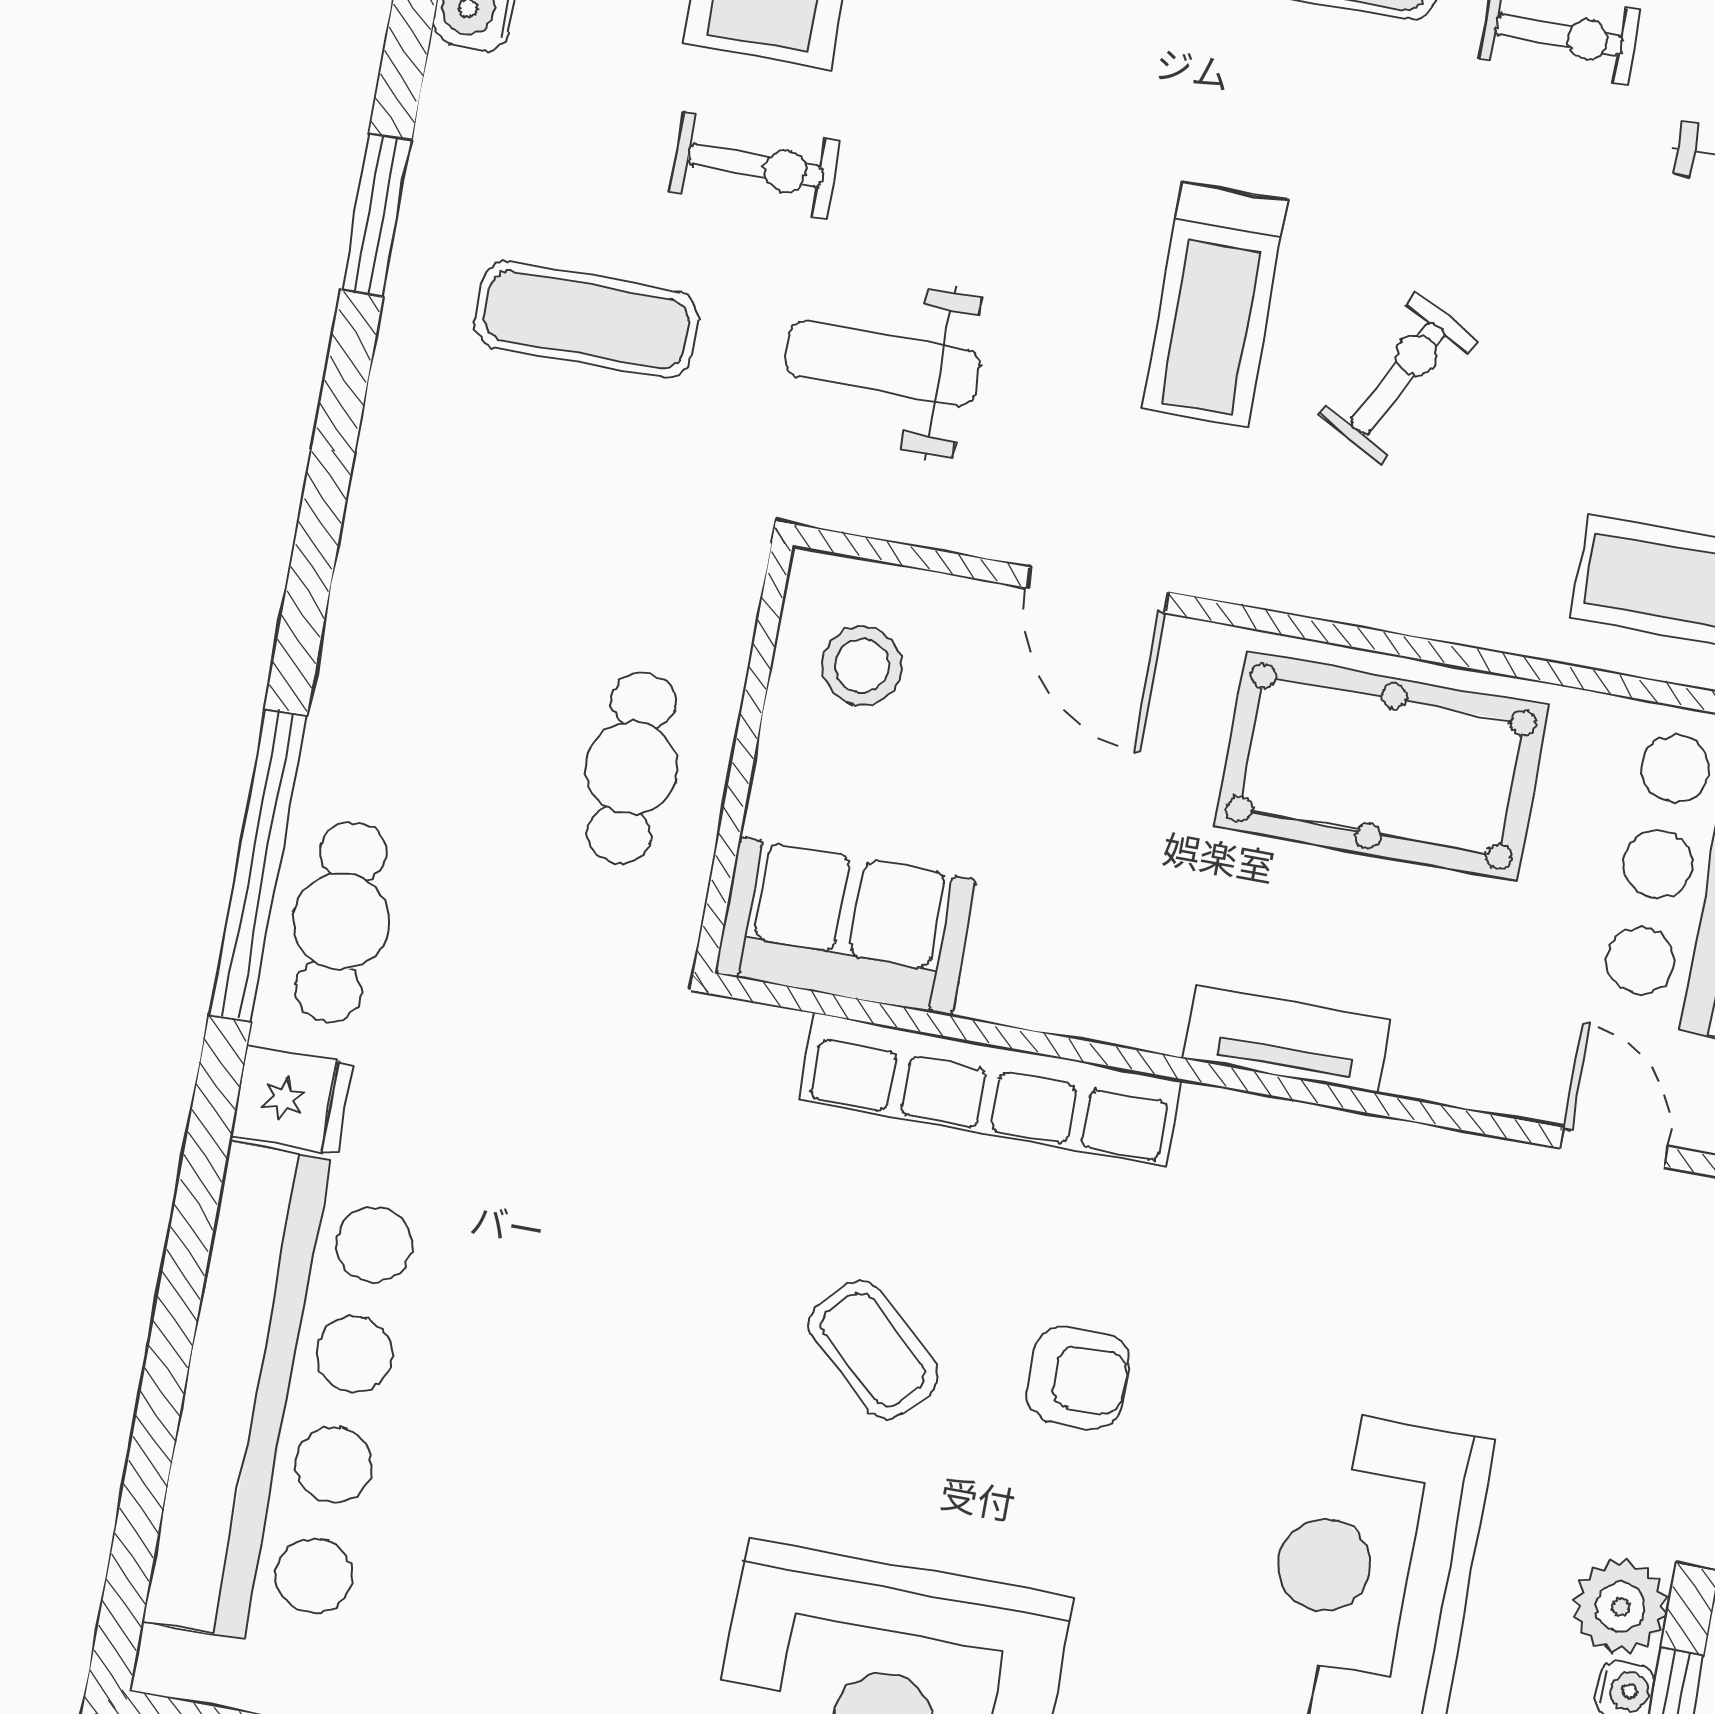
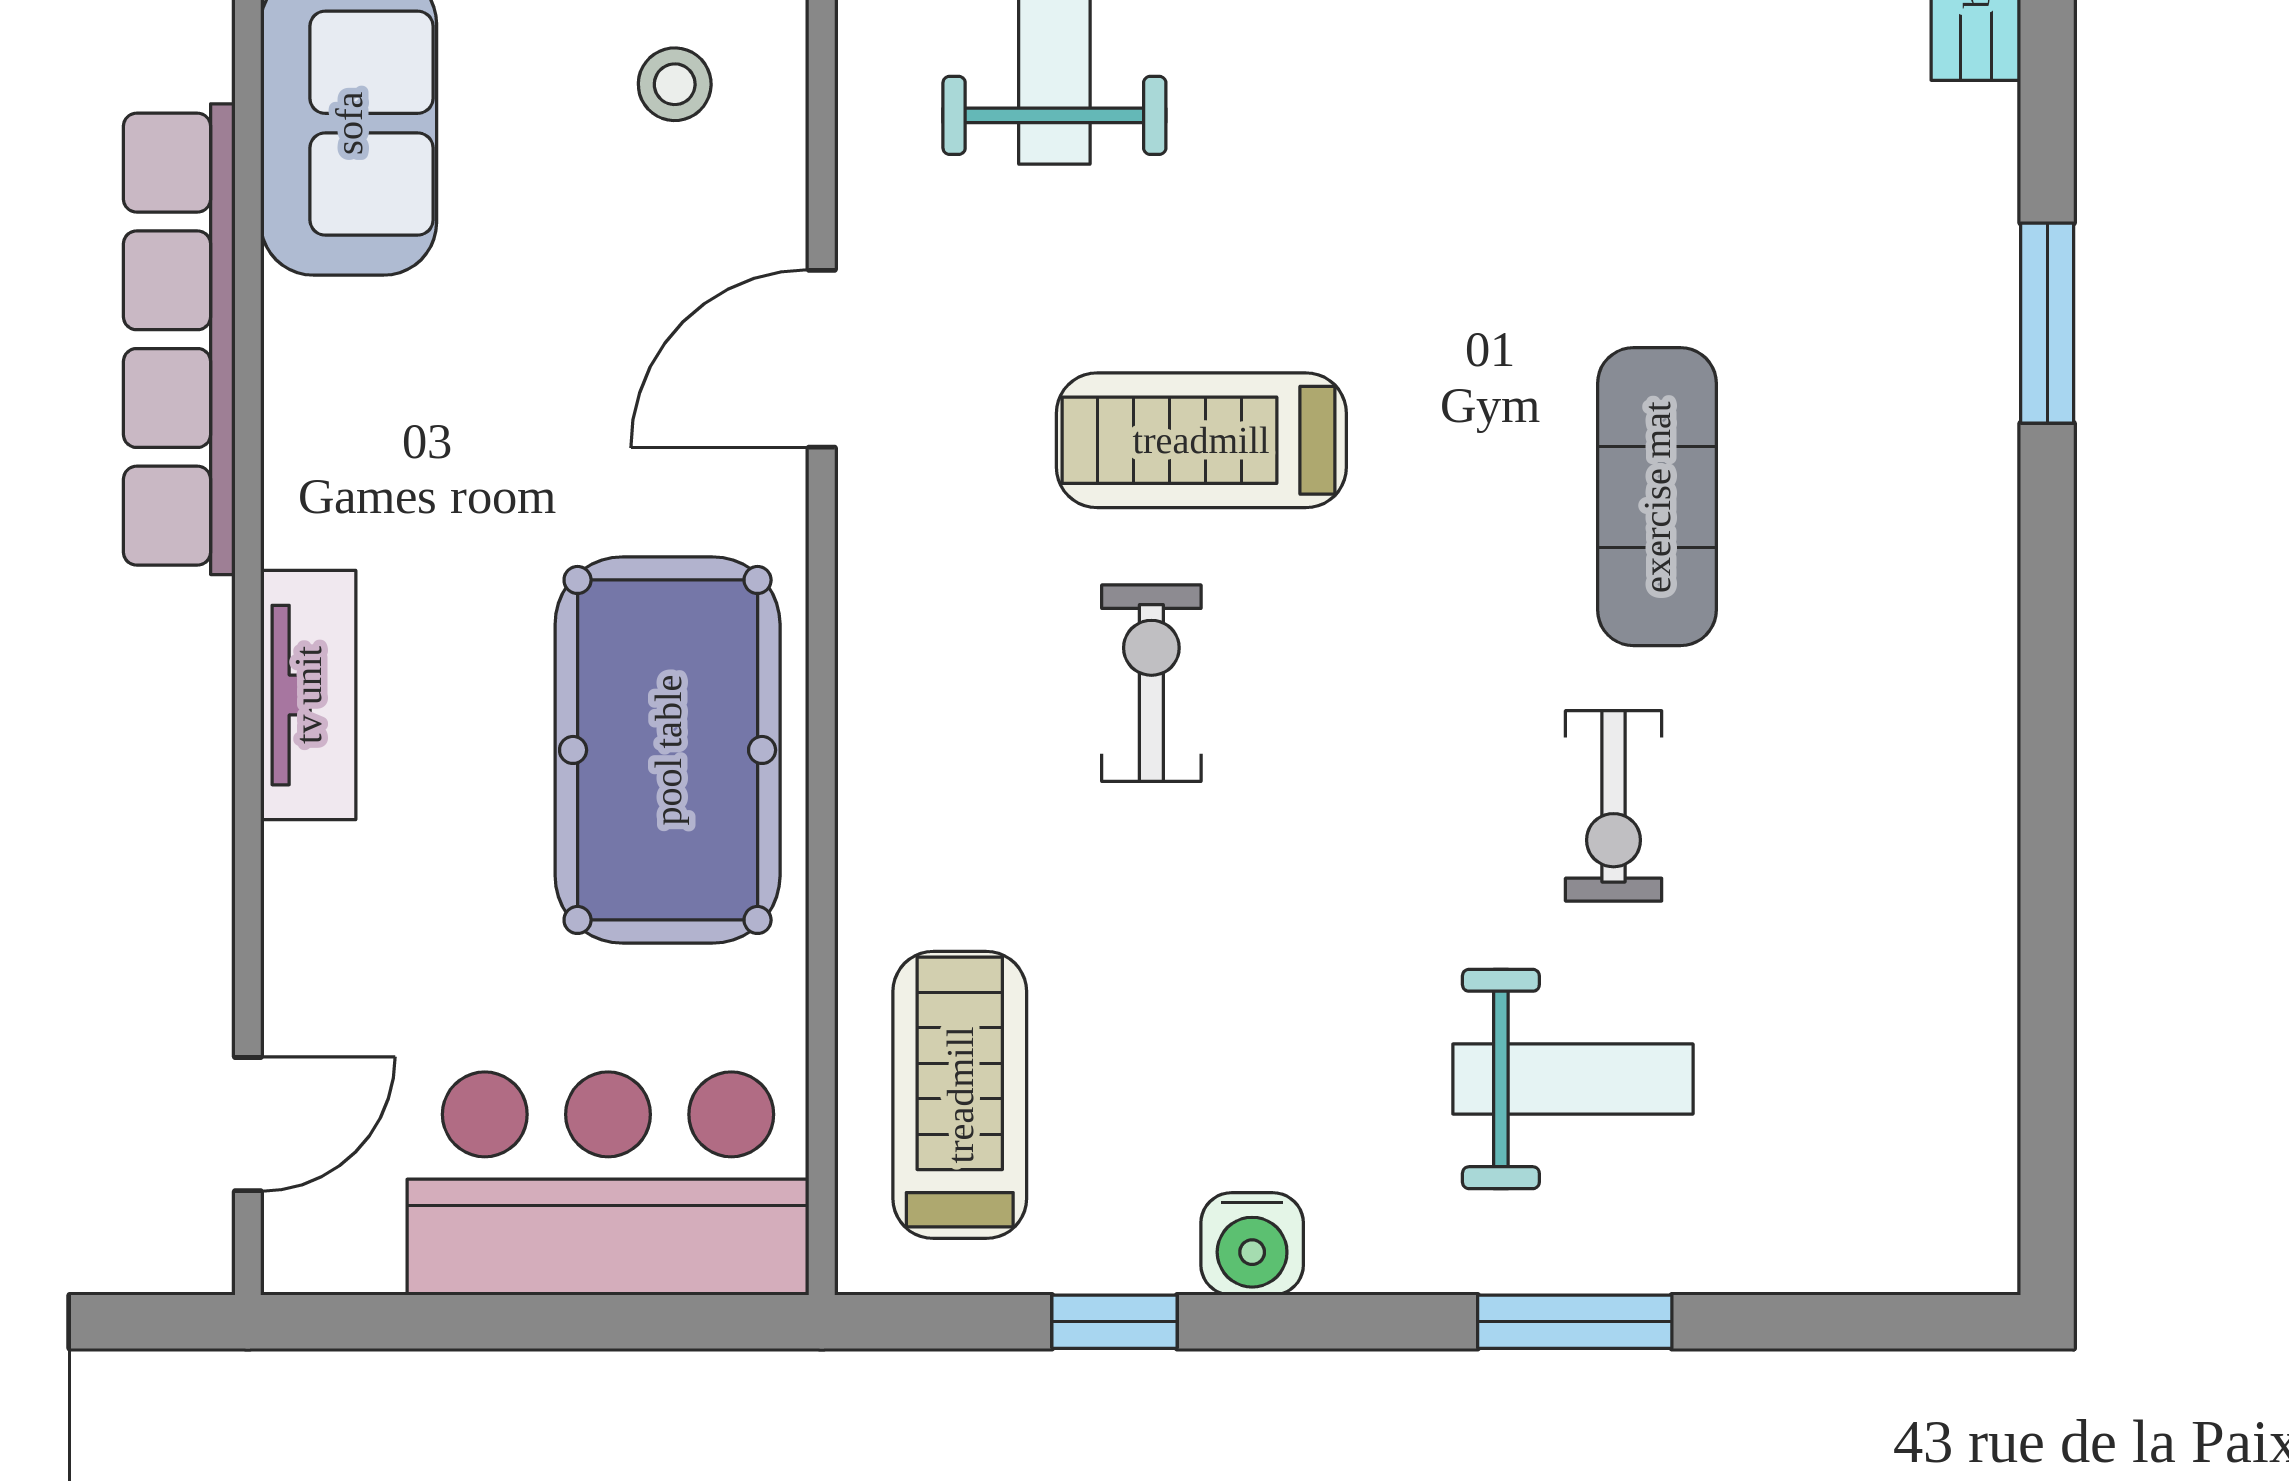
exercise bike: (1398, 378) -> (1151, 683), turned -118
stool: (862, 666) -> (675, 84), width x0.73, depth x0.73

